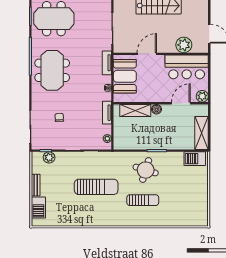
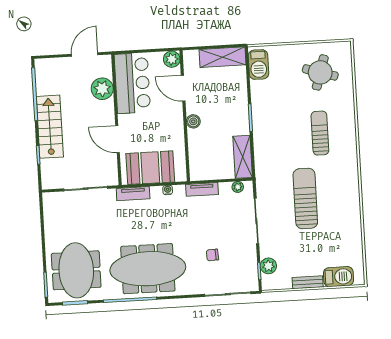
meeting table: (52, 70) -> (148, 269), width x1.36
shelving: (135, 110) -> (243, 157), moved
round table: (146, 170) -> (320, 72), moved

